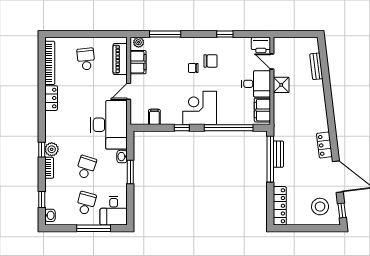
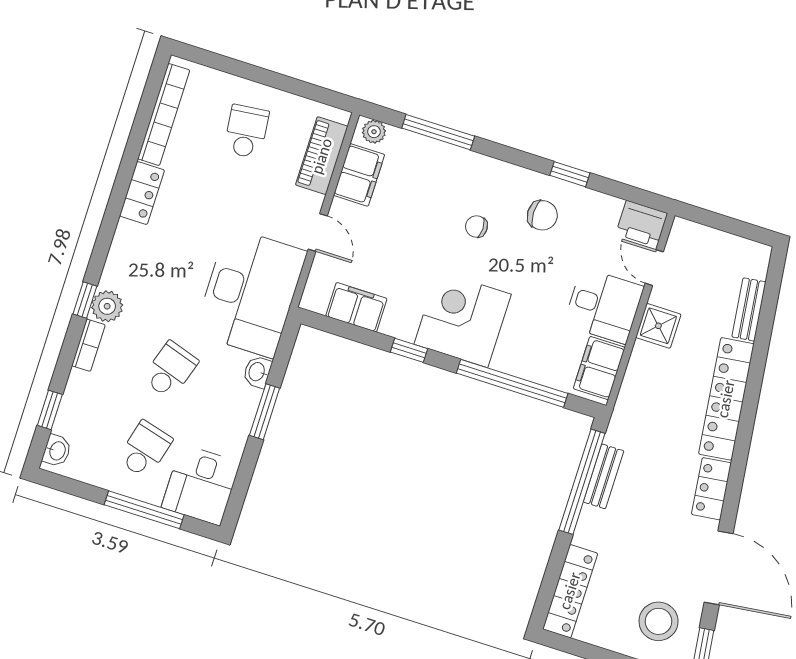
chair: (211, 61) -> (542, 215), moved
door: (129, 91) -> (318, 233), swing flipped
locker: (319, 106) -> (726, 399), added
filing cabinet: (154, 117) -> (356, 307), width x2.00

